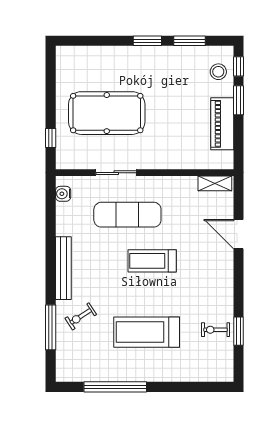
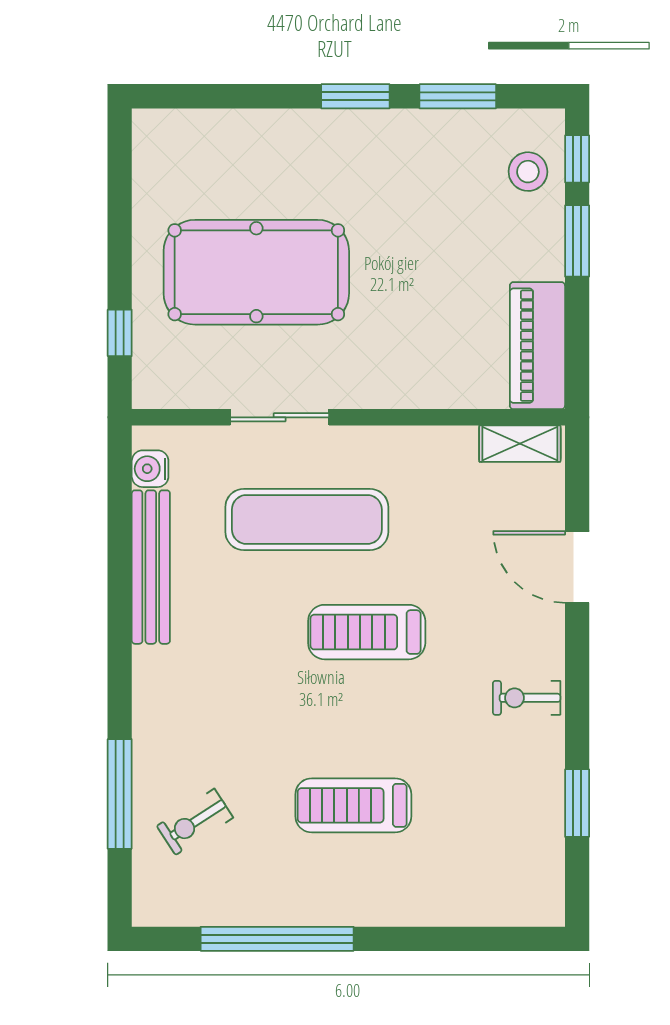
piano: (222, 124) -> (537, 346), moved
bench: (63, 268) -> (151, 567), moved
exercise bike: (81, 316) -> (195, 822), moved
exercise bike: (216, 330) -> (527, 698), moved
treadmill: (147, 332) -> (353, 805), width x0.73, depth x0.73

